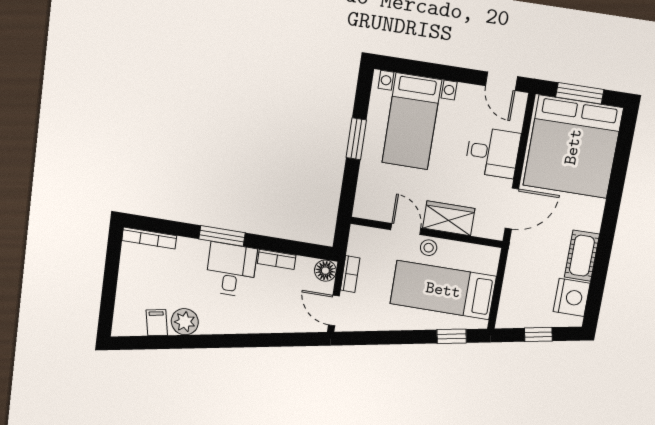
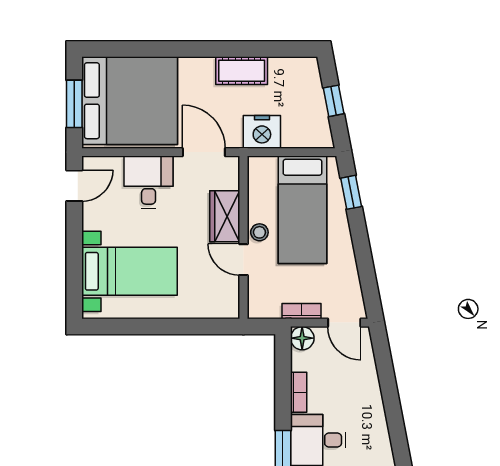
window: (356, 139) -> (157, 326), removed
door: (406, 229) -> (243, 260), hinge flipped
nightstand: (572, 297) -> (262, 132), moved, turned 180
door: (334, 311) -> (344, 323), hinge flipped

